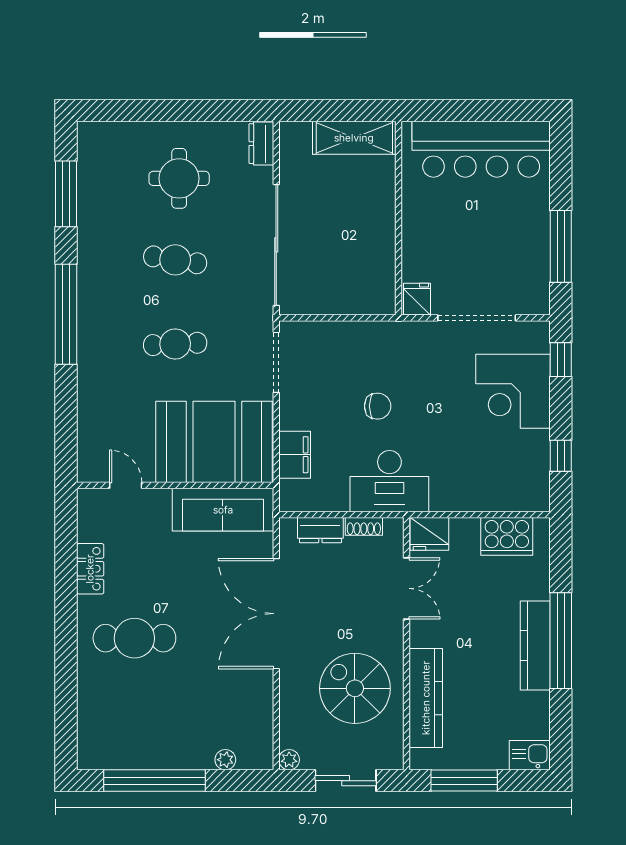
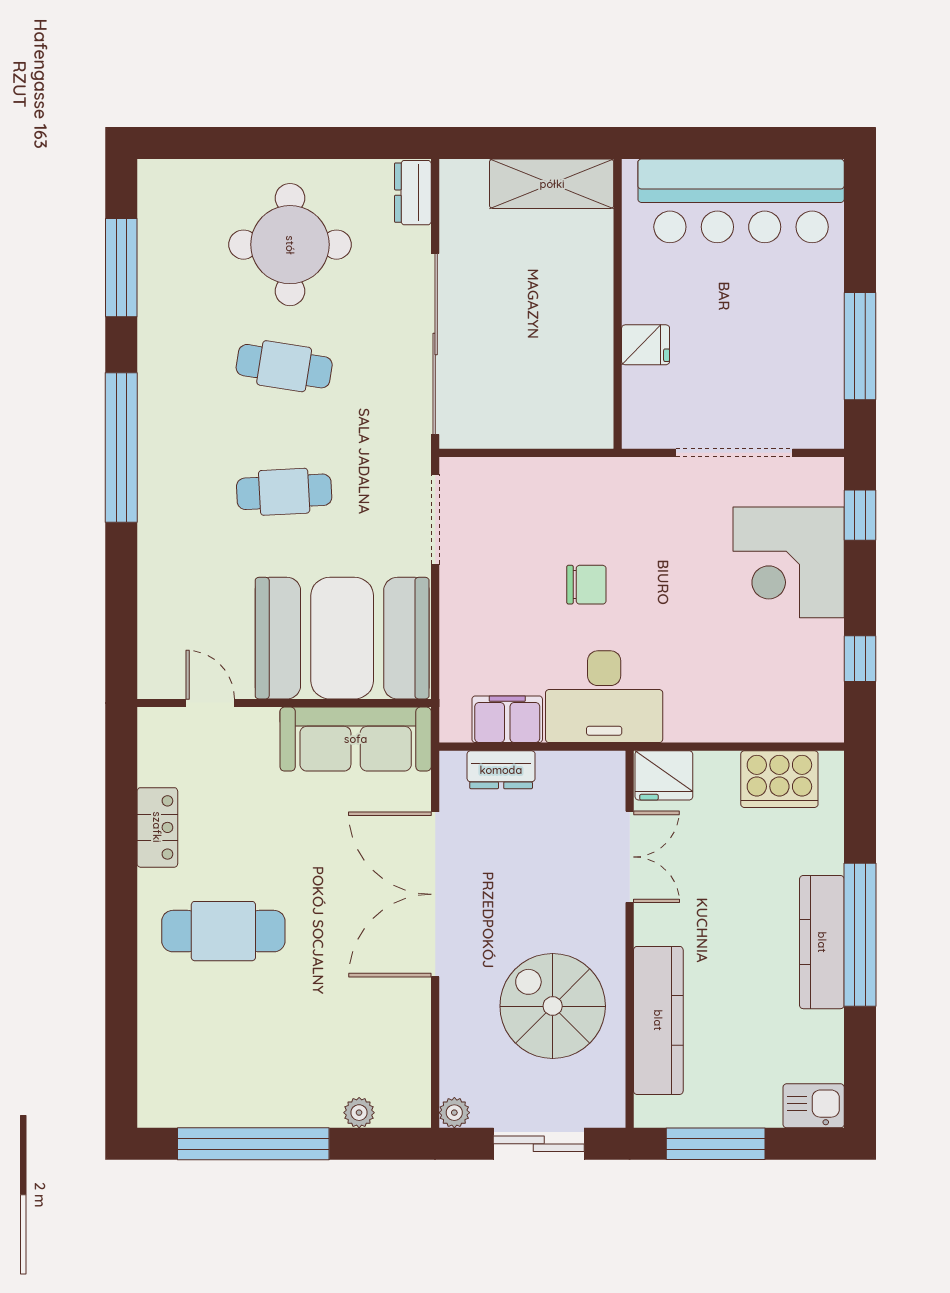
round table: (179, 178) -> (290, 245), width x1.36, depth x1.36
fridge: (417, 299) -> (646, 345), moved, turned 90
filing cabinet: (295, 455) -> (507, 719), moved, turned -90
shoe rack: (364, 526) -> (566, 764), removed

